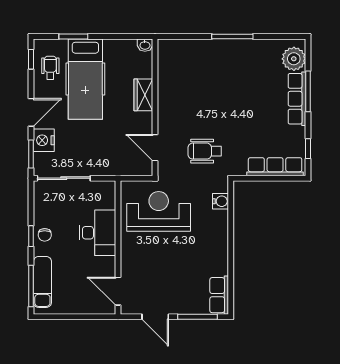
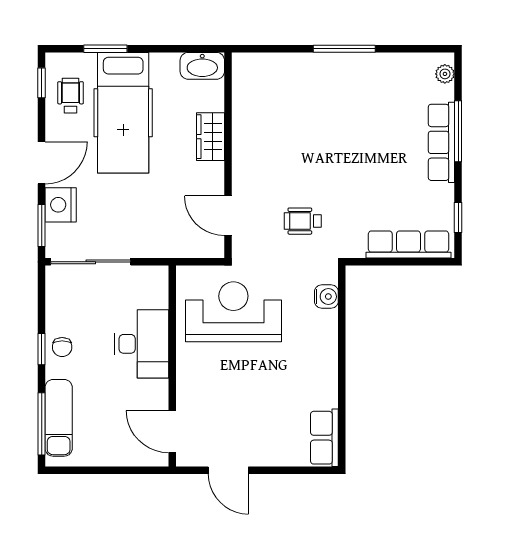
washbasin: (145, 45) -> (202, 66), width x1.91, depth x1.45
plant: (294, 59) -> (445, 74), width x0.53, depth x0.53
wheelchair: (205, 151) -> (303, 221), width x0.73, depth x0.73
window: (197, 317) -> (292, 470), removed

